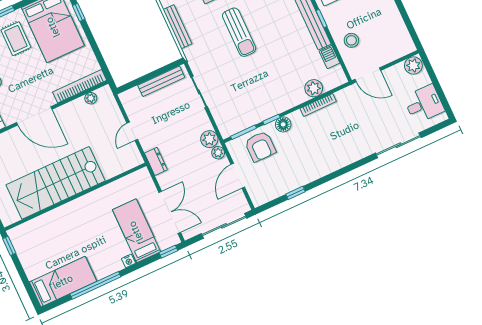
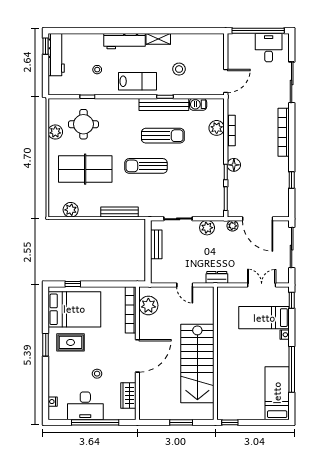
sun lounger: (239, 32) -> (146, 166), turned 180
sun lounger: (279, 35) -> (163, 136), added
stool: (351, 40) -> (179, 69), moved
plant: (413, 65) -> (235, 42), removed
bench: (161, 81) -> (156, 244), width x0.73
window: (437, 85) -> (258, 31), added
plant: (91, 98) -> (148, 305), width x1.87, depth x1.87
plant: (209, 139) -> (207, 228), moved
armchair: (260, 146) -> (243, 191), removed
bookcase: (342, 161) -> (284, 132), added
door: (238, 176) -> (258, 219), width x1.36
double door: (170, 212) -> (262, 285), width x0.73

